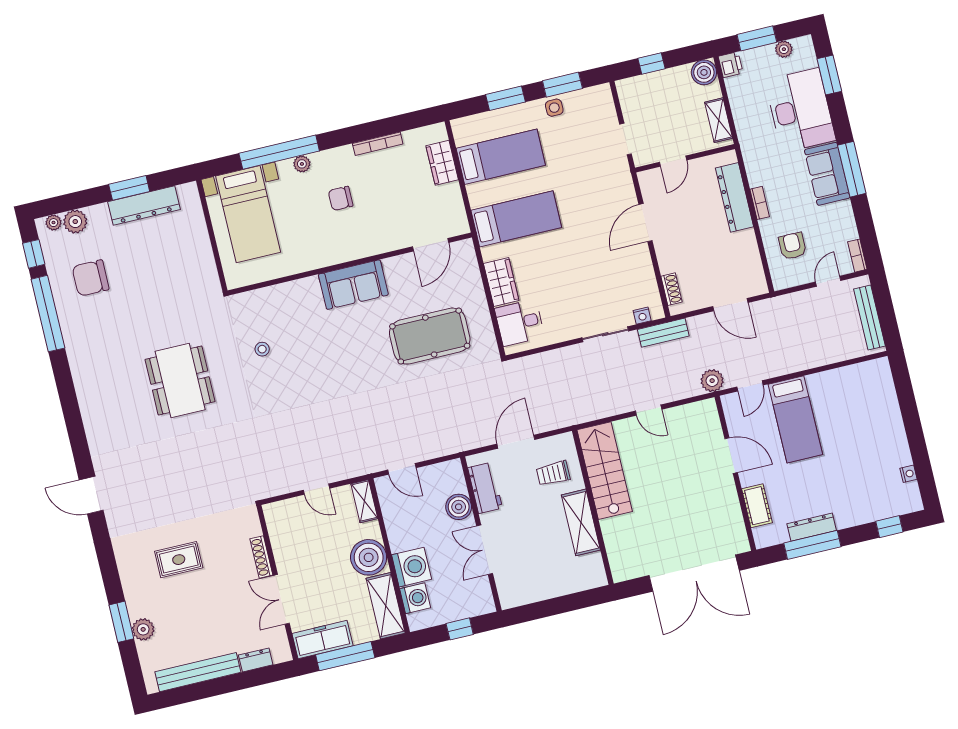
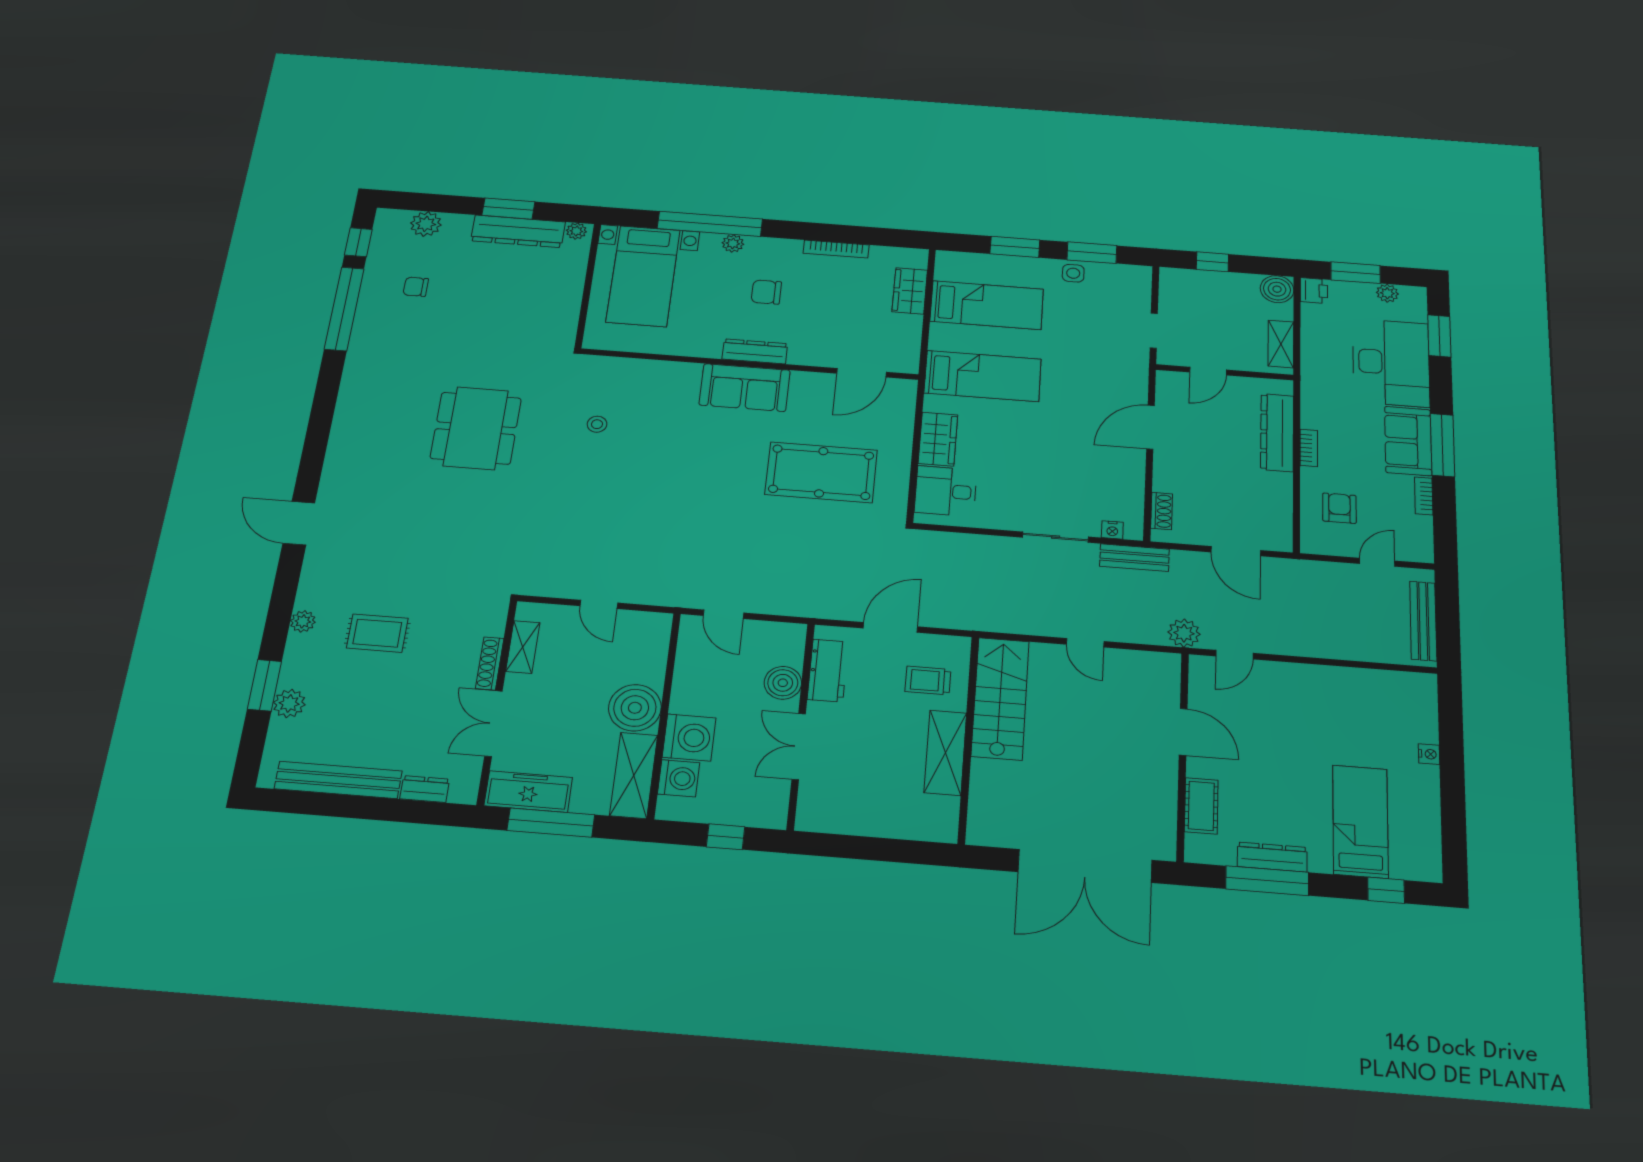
plant: (54, 223) -> (576, 231), moved
dresser: (350, 252) -> (755, 351), added
bookcase: (857, 256) -> (1424, 496), moved
chair: (91, 278) -> (416, 287), width x0.54, depth x0.54
bed: (795, 419) -> (1360, 821), moved, turned 180
nightstand: (908, 474) -> (1429, 754), moved
shelving: (364, 501) -> (523, 647), moved
plant: (126, 567) -> (303, 621), added

